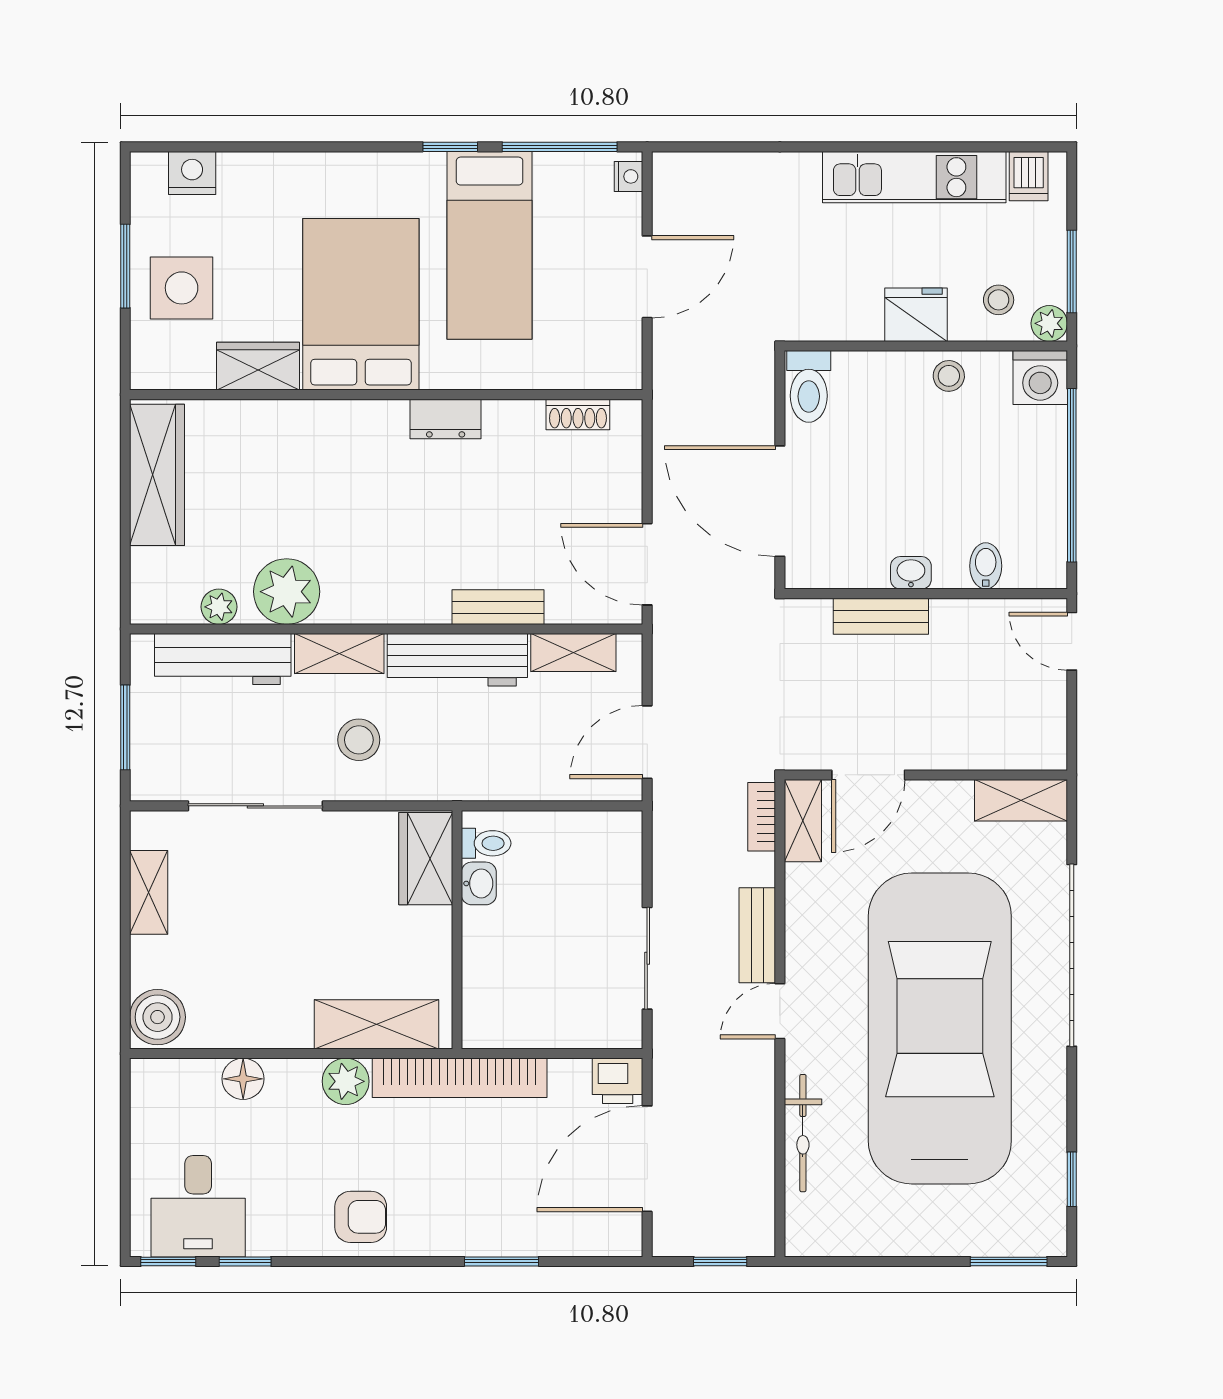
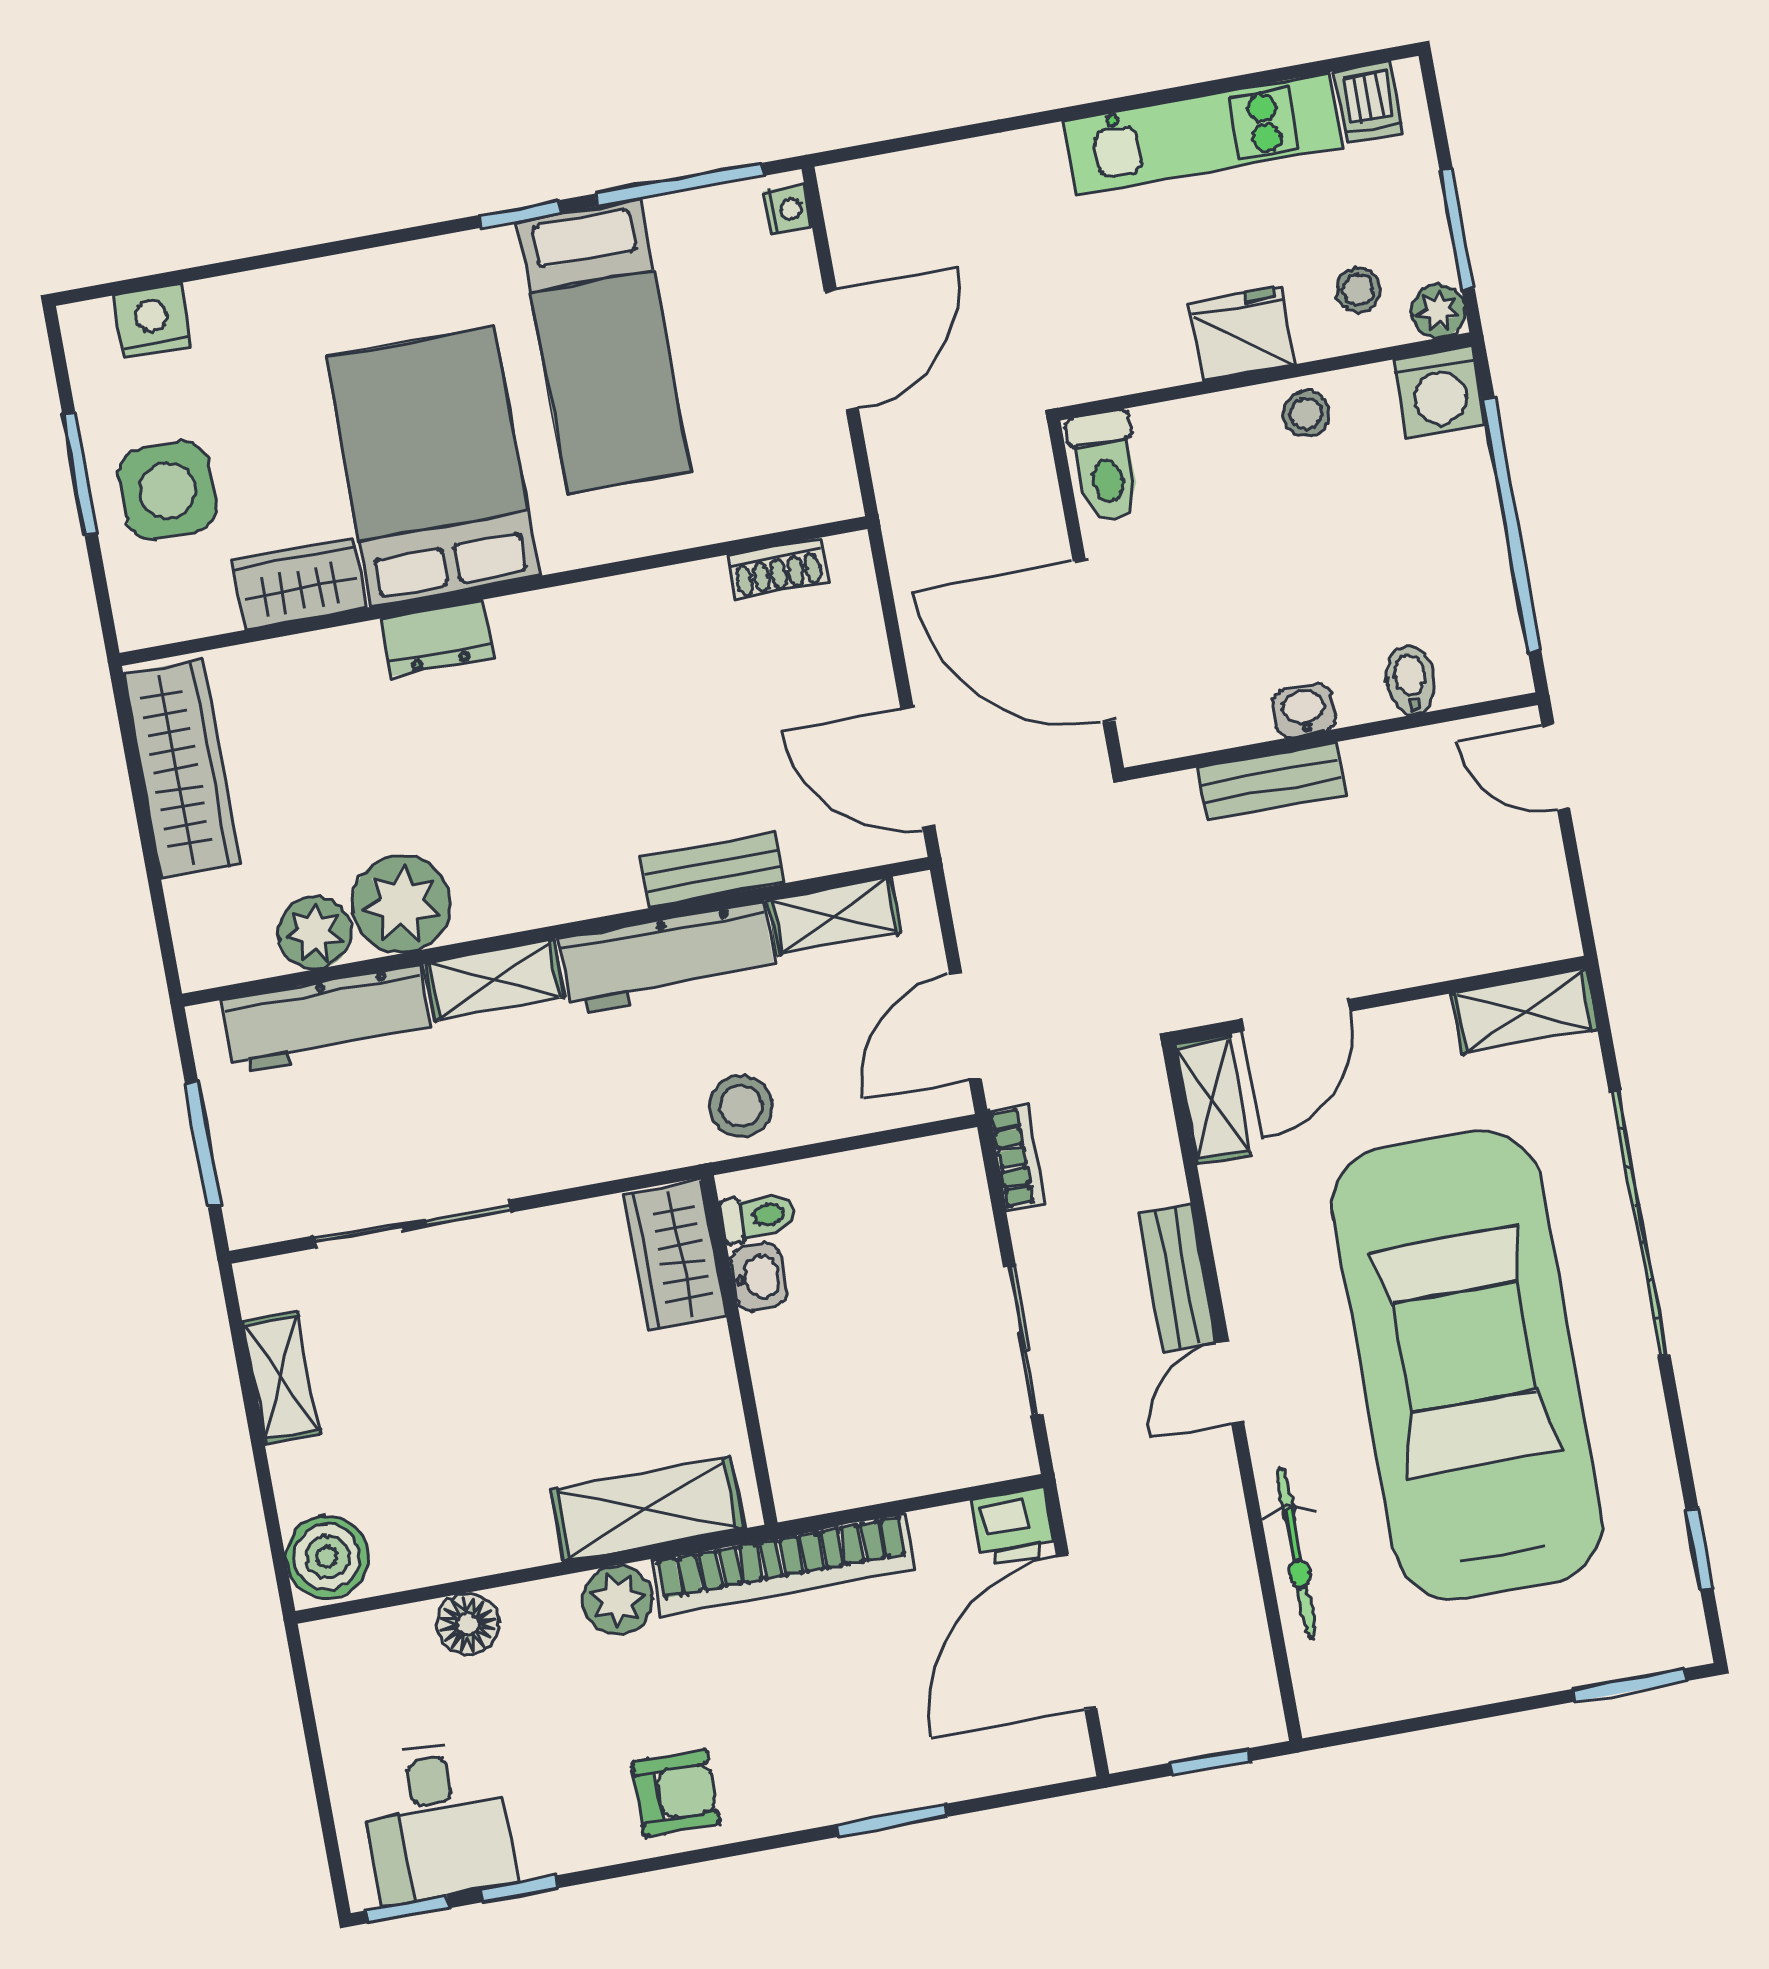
dresser: (446, 419) -> (436, 638), moved
plant: (219, 607) -> (315, 933), width x1.38, depth x1.38
stool: (359, 740) -> (741, 1106), moved
bookcase: (762, 817) -> (1017, 1157), moved, turned 180

